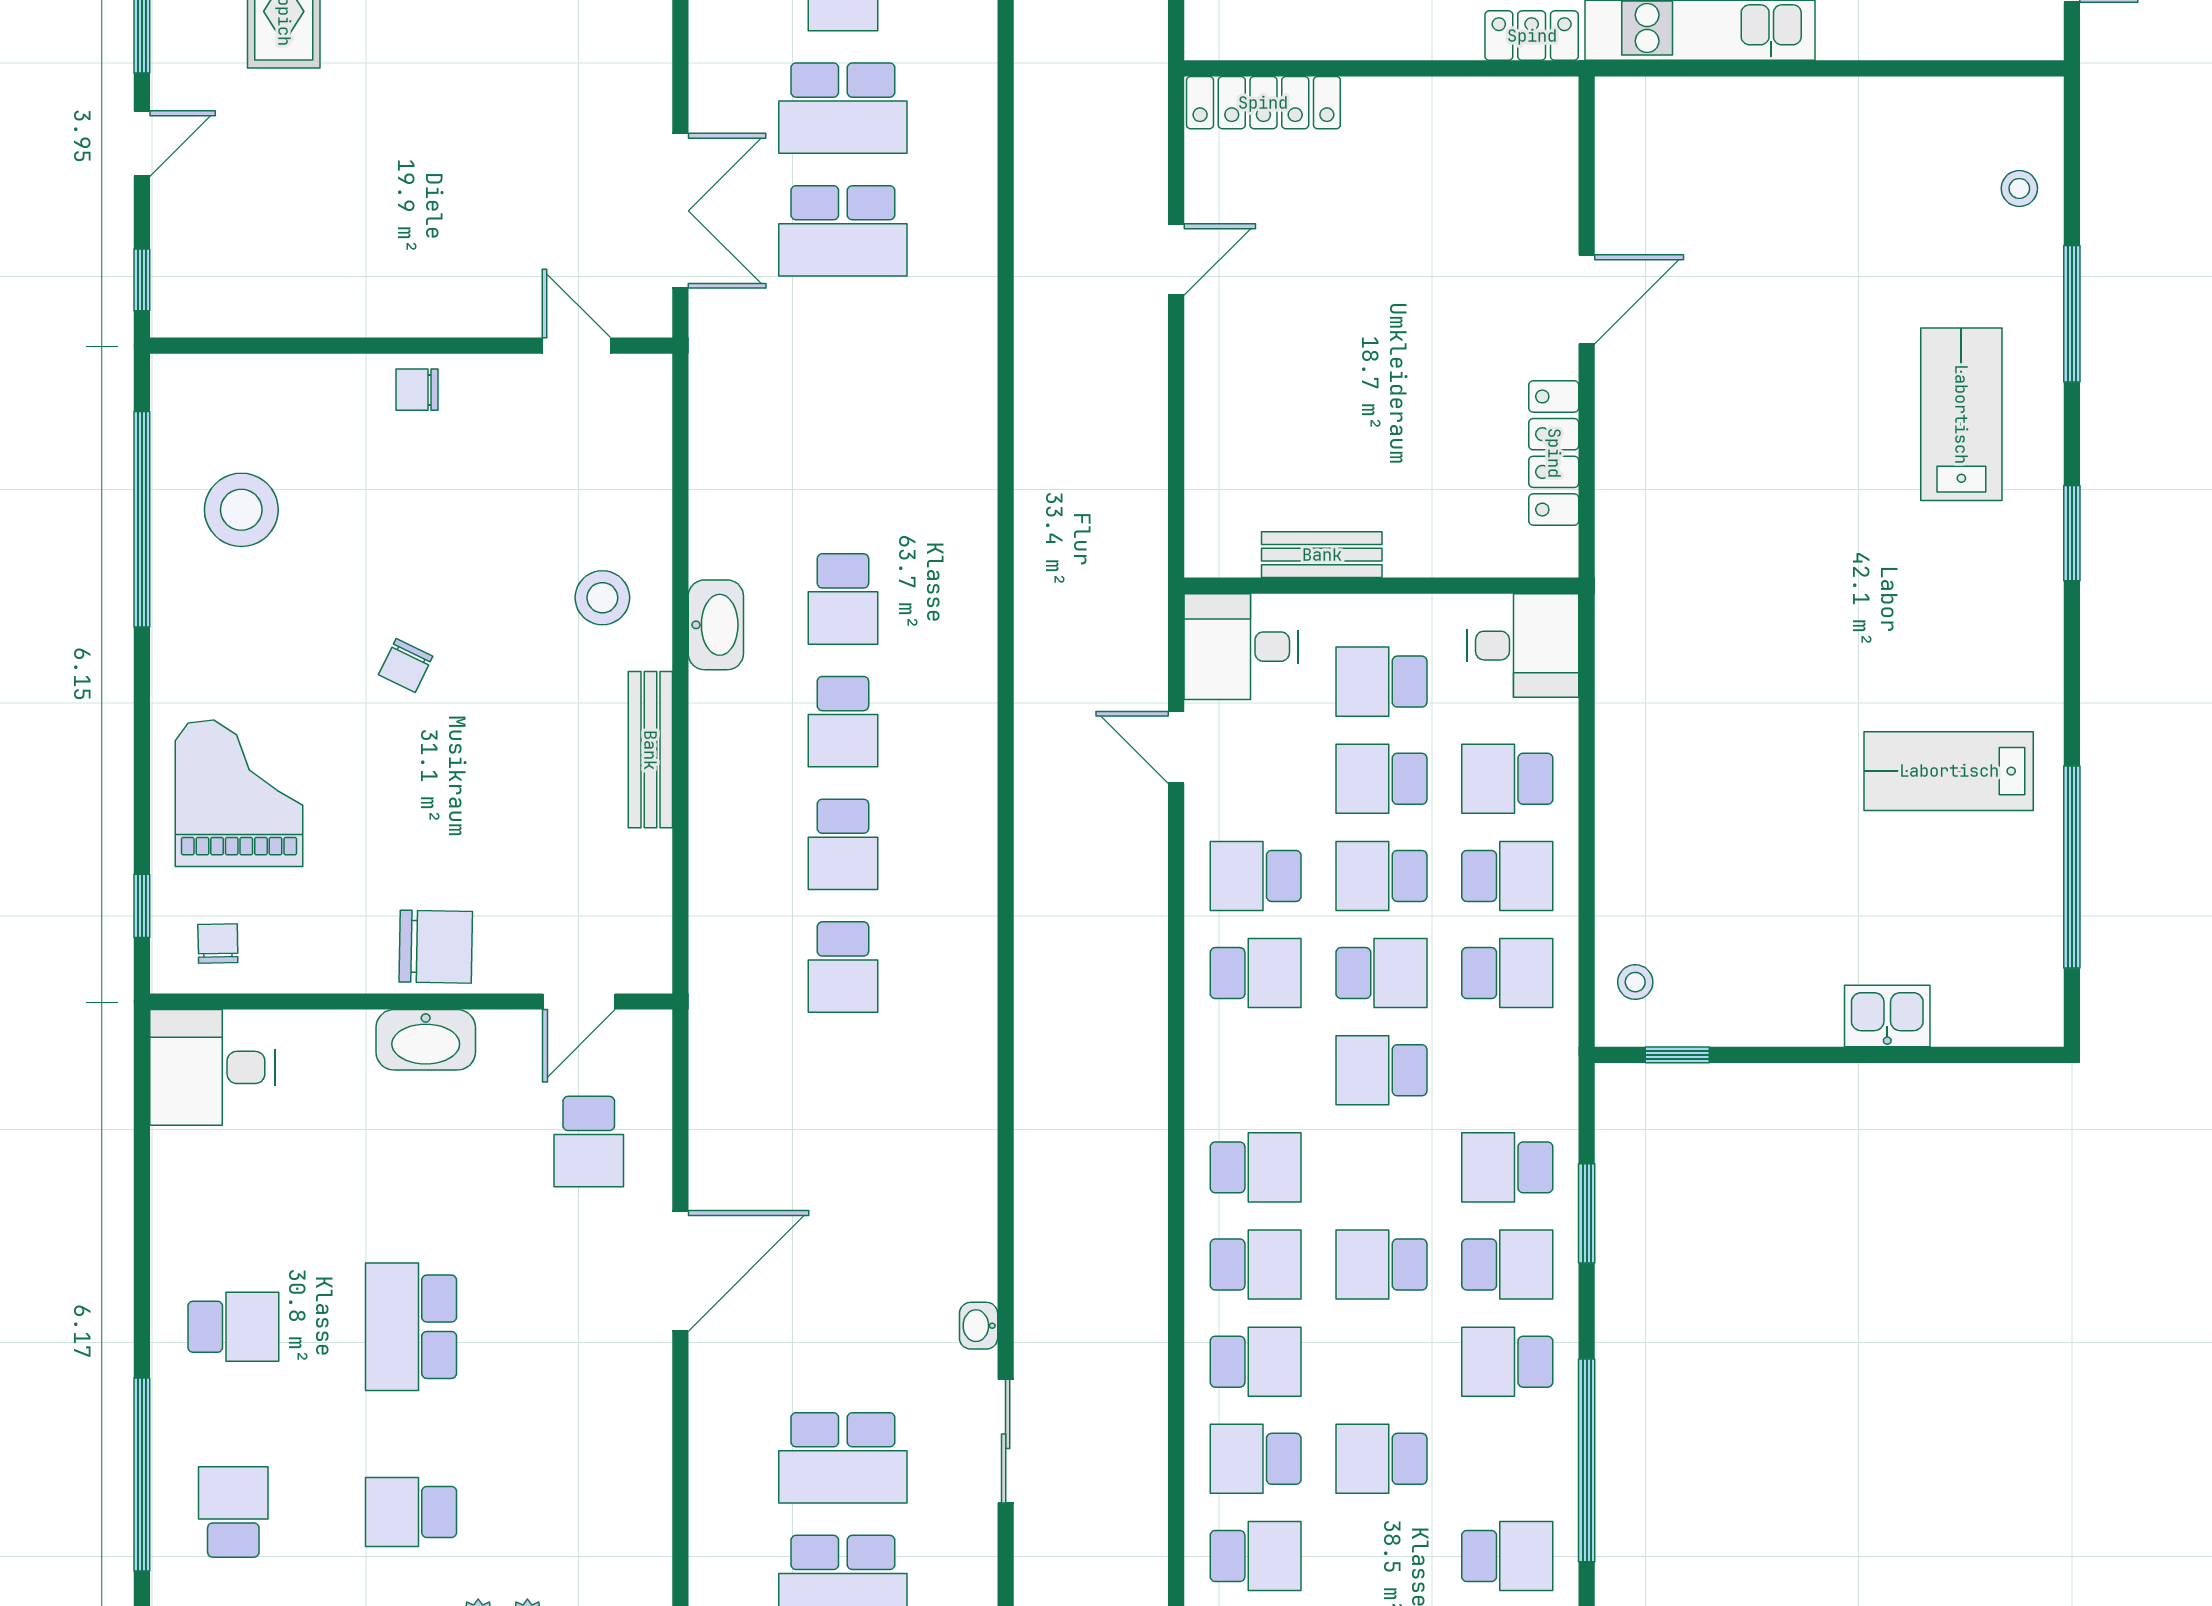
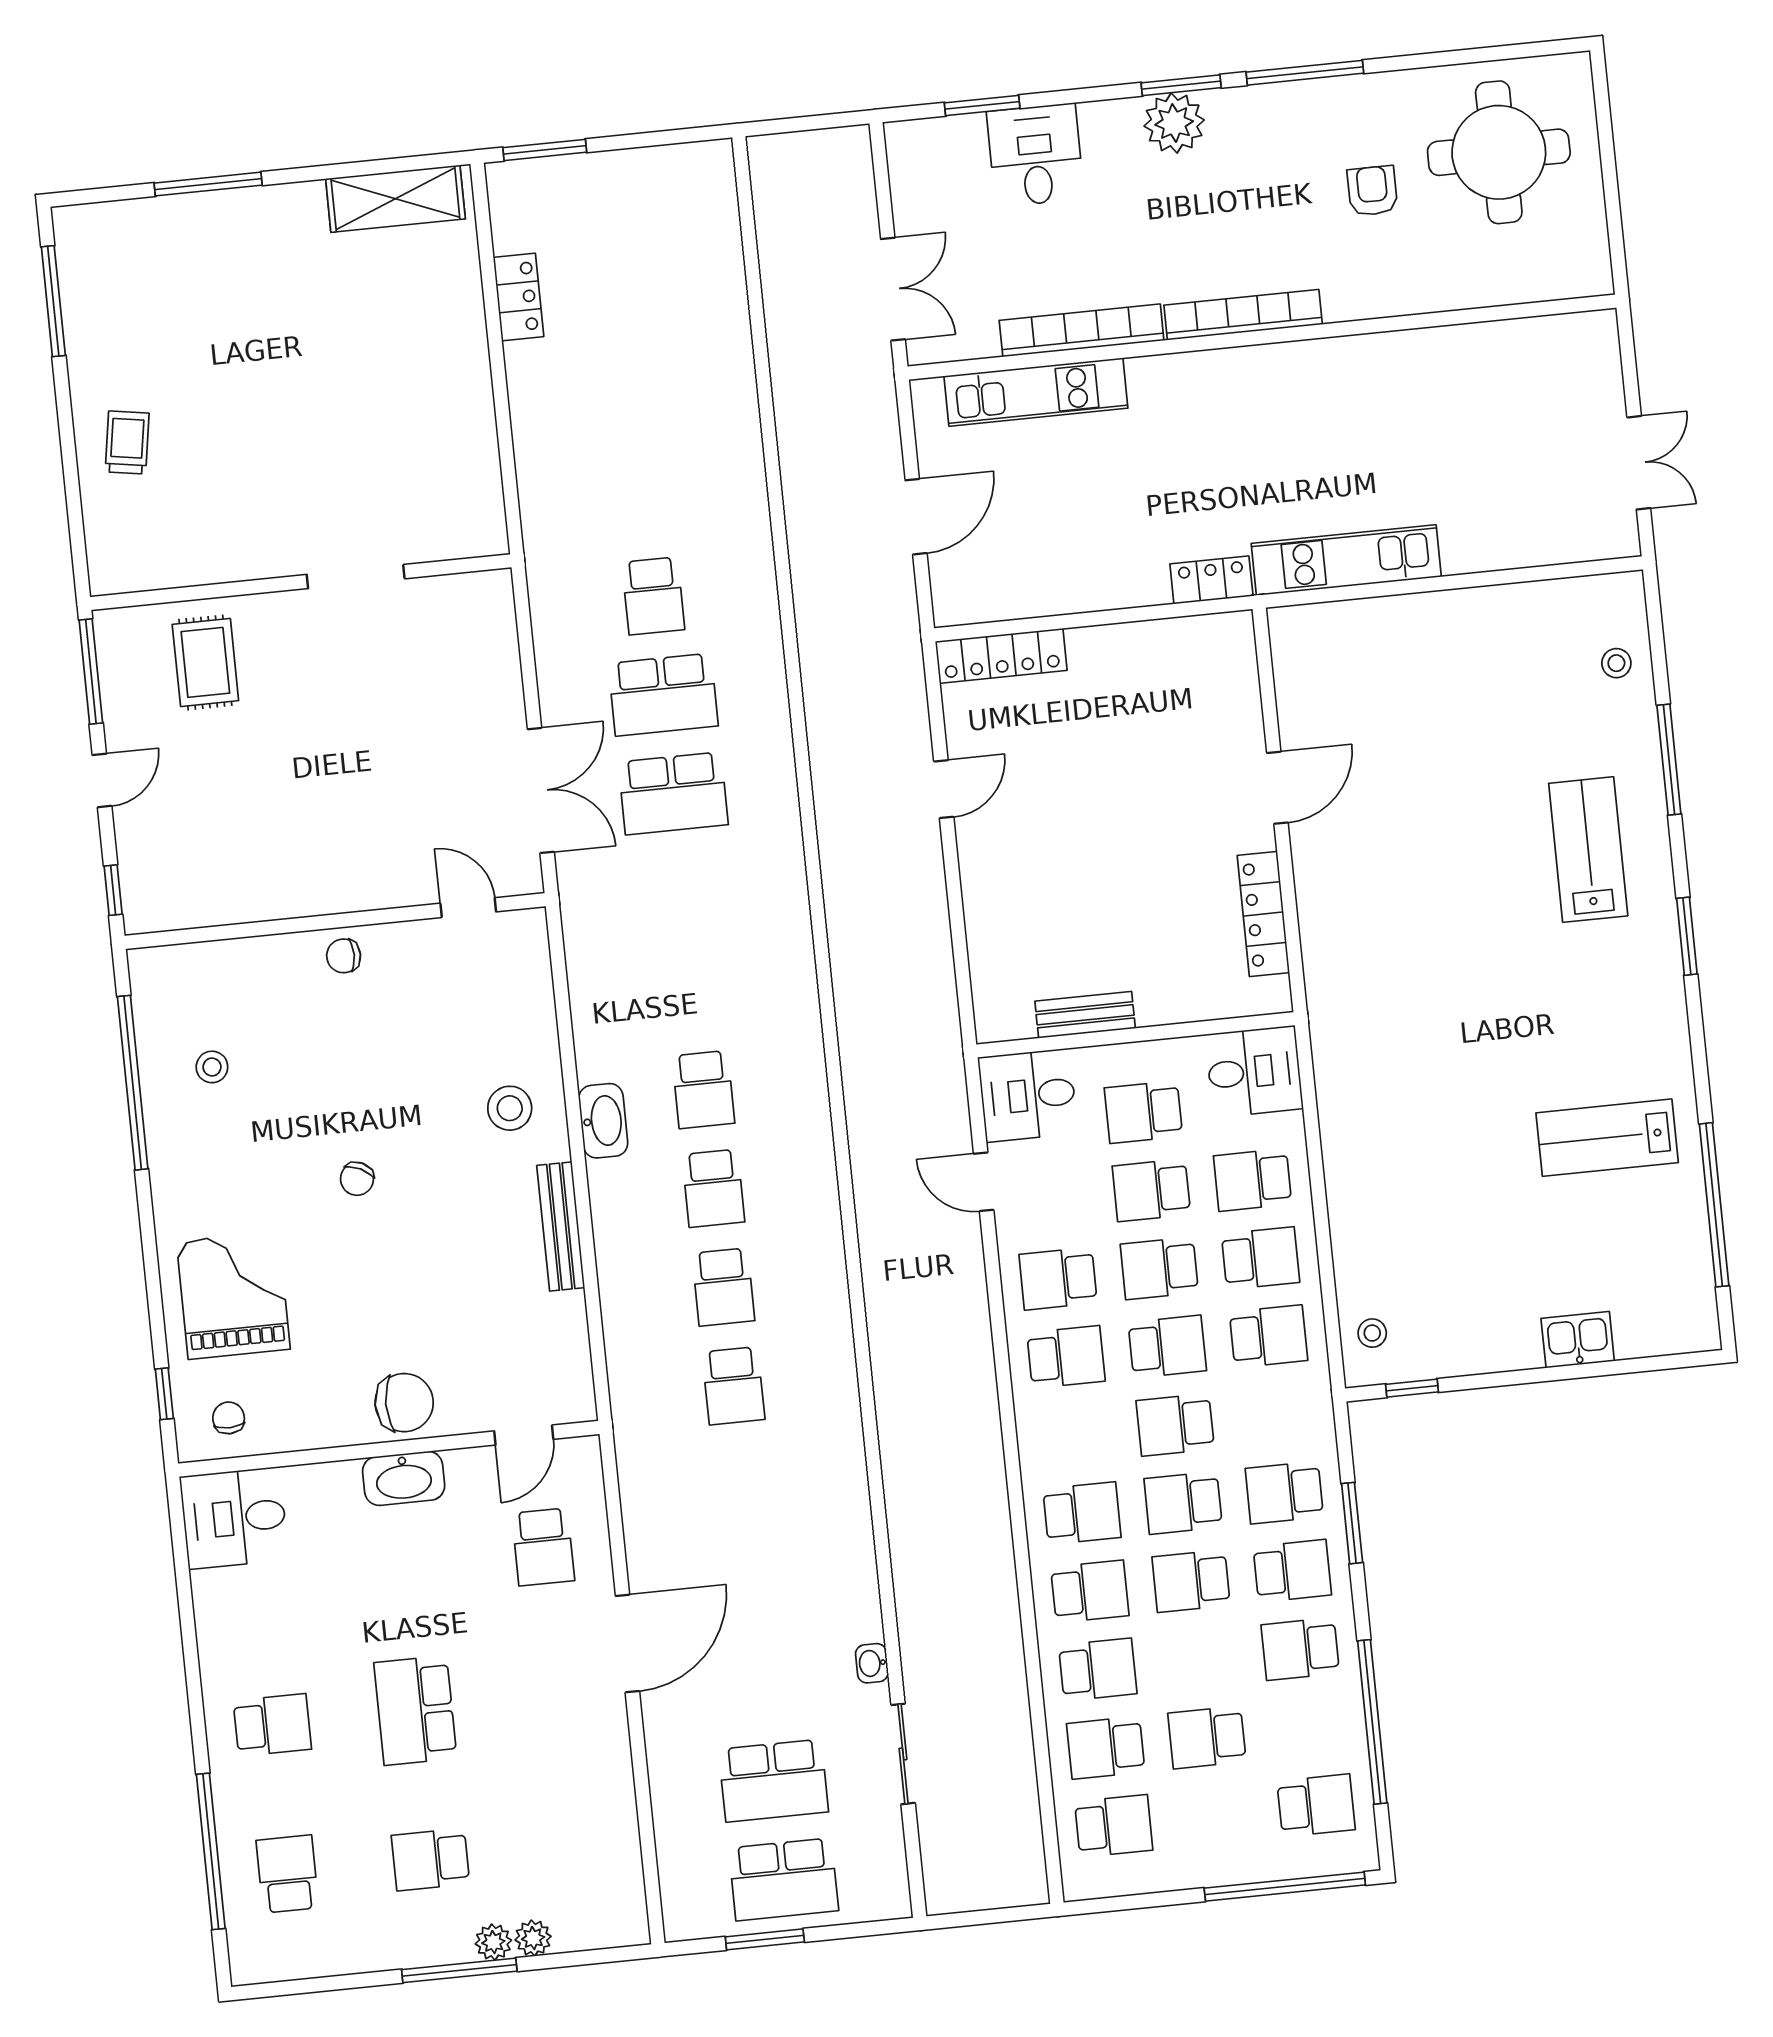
stool: (241, 510) -> (212, 1067), width x0.53, depth x0.53
school desk: (1381, 1167) -> (1183, 1503), added

